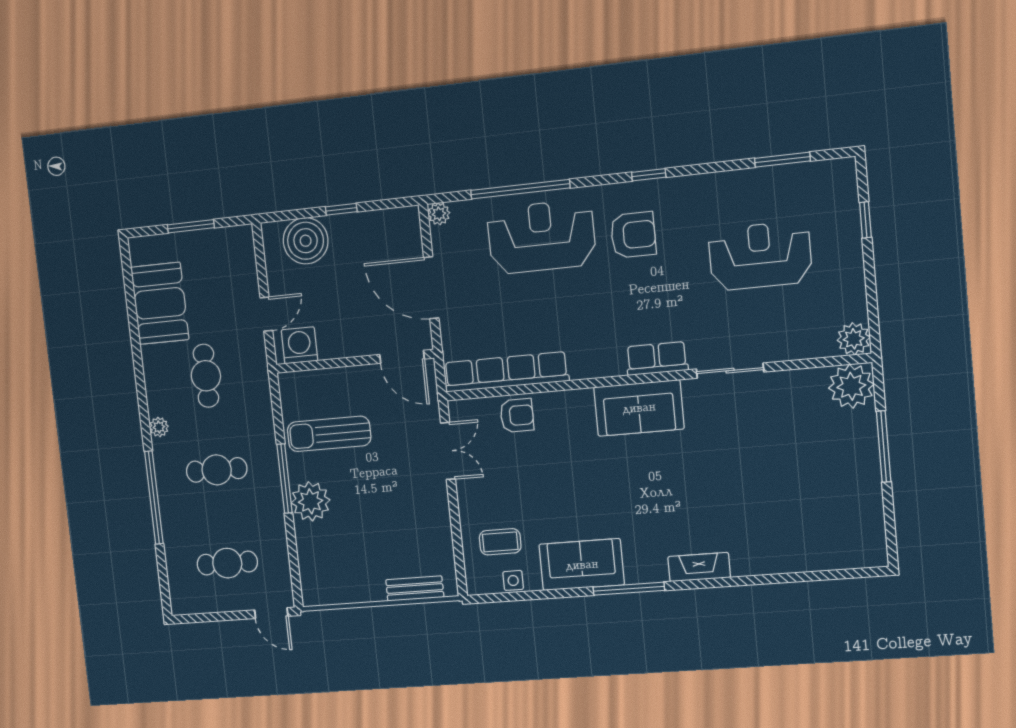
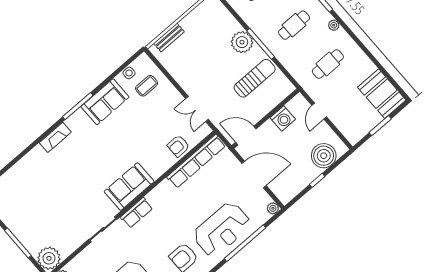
booth: (160, 303) -> (382, 94), moved
washing machine: (299, 345) -> (283, 118), moved
cafe table: (206, 376) -> (328, 64), turned 90

